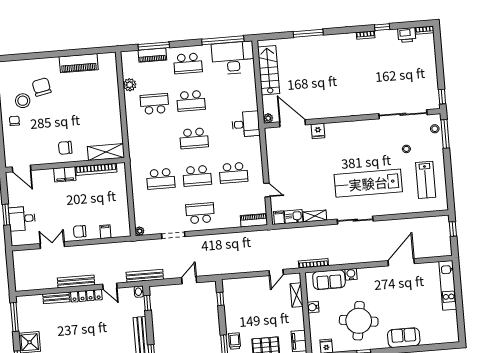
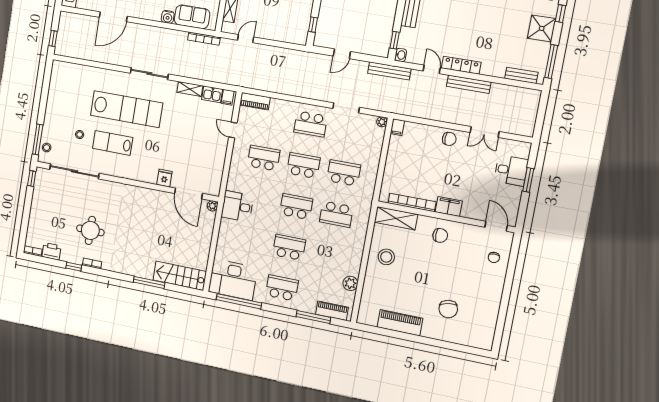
piano: (152, 55) -> (332, 311), moved
round table: (375, 65) -> (90, 230), added
stairs: (269, 70) -> (180, 276), moved, turned 90
stool: (23, 101) -> (386, 257), moved
school desk: (154, 104) -> (336, 214), moved
chair: (14, 121) -> (494, 257), moved
lab bench: (426, 180) -> (113, 143), moved, turned -90
filing cabinet: (105, 232) -> (397, 127), moved
bench: (56, 298) -> (521, 75), moved

